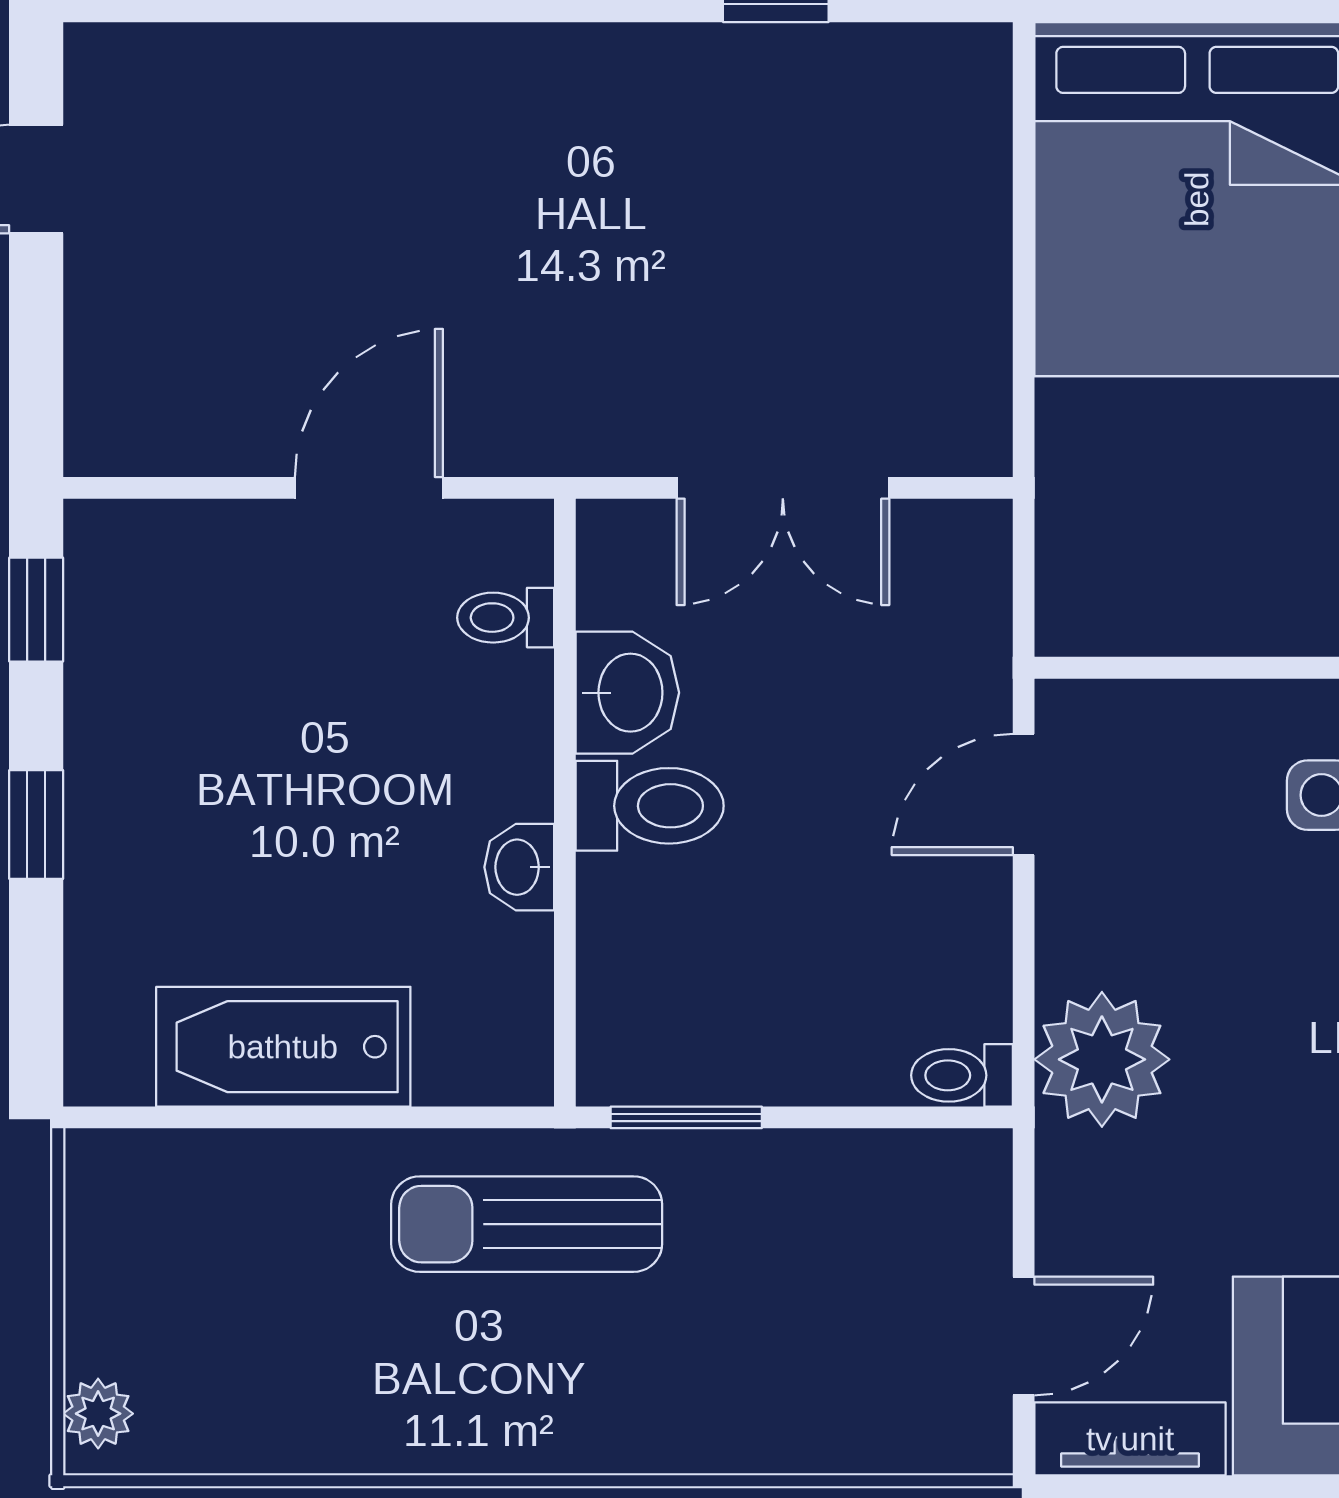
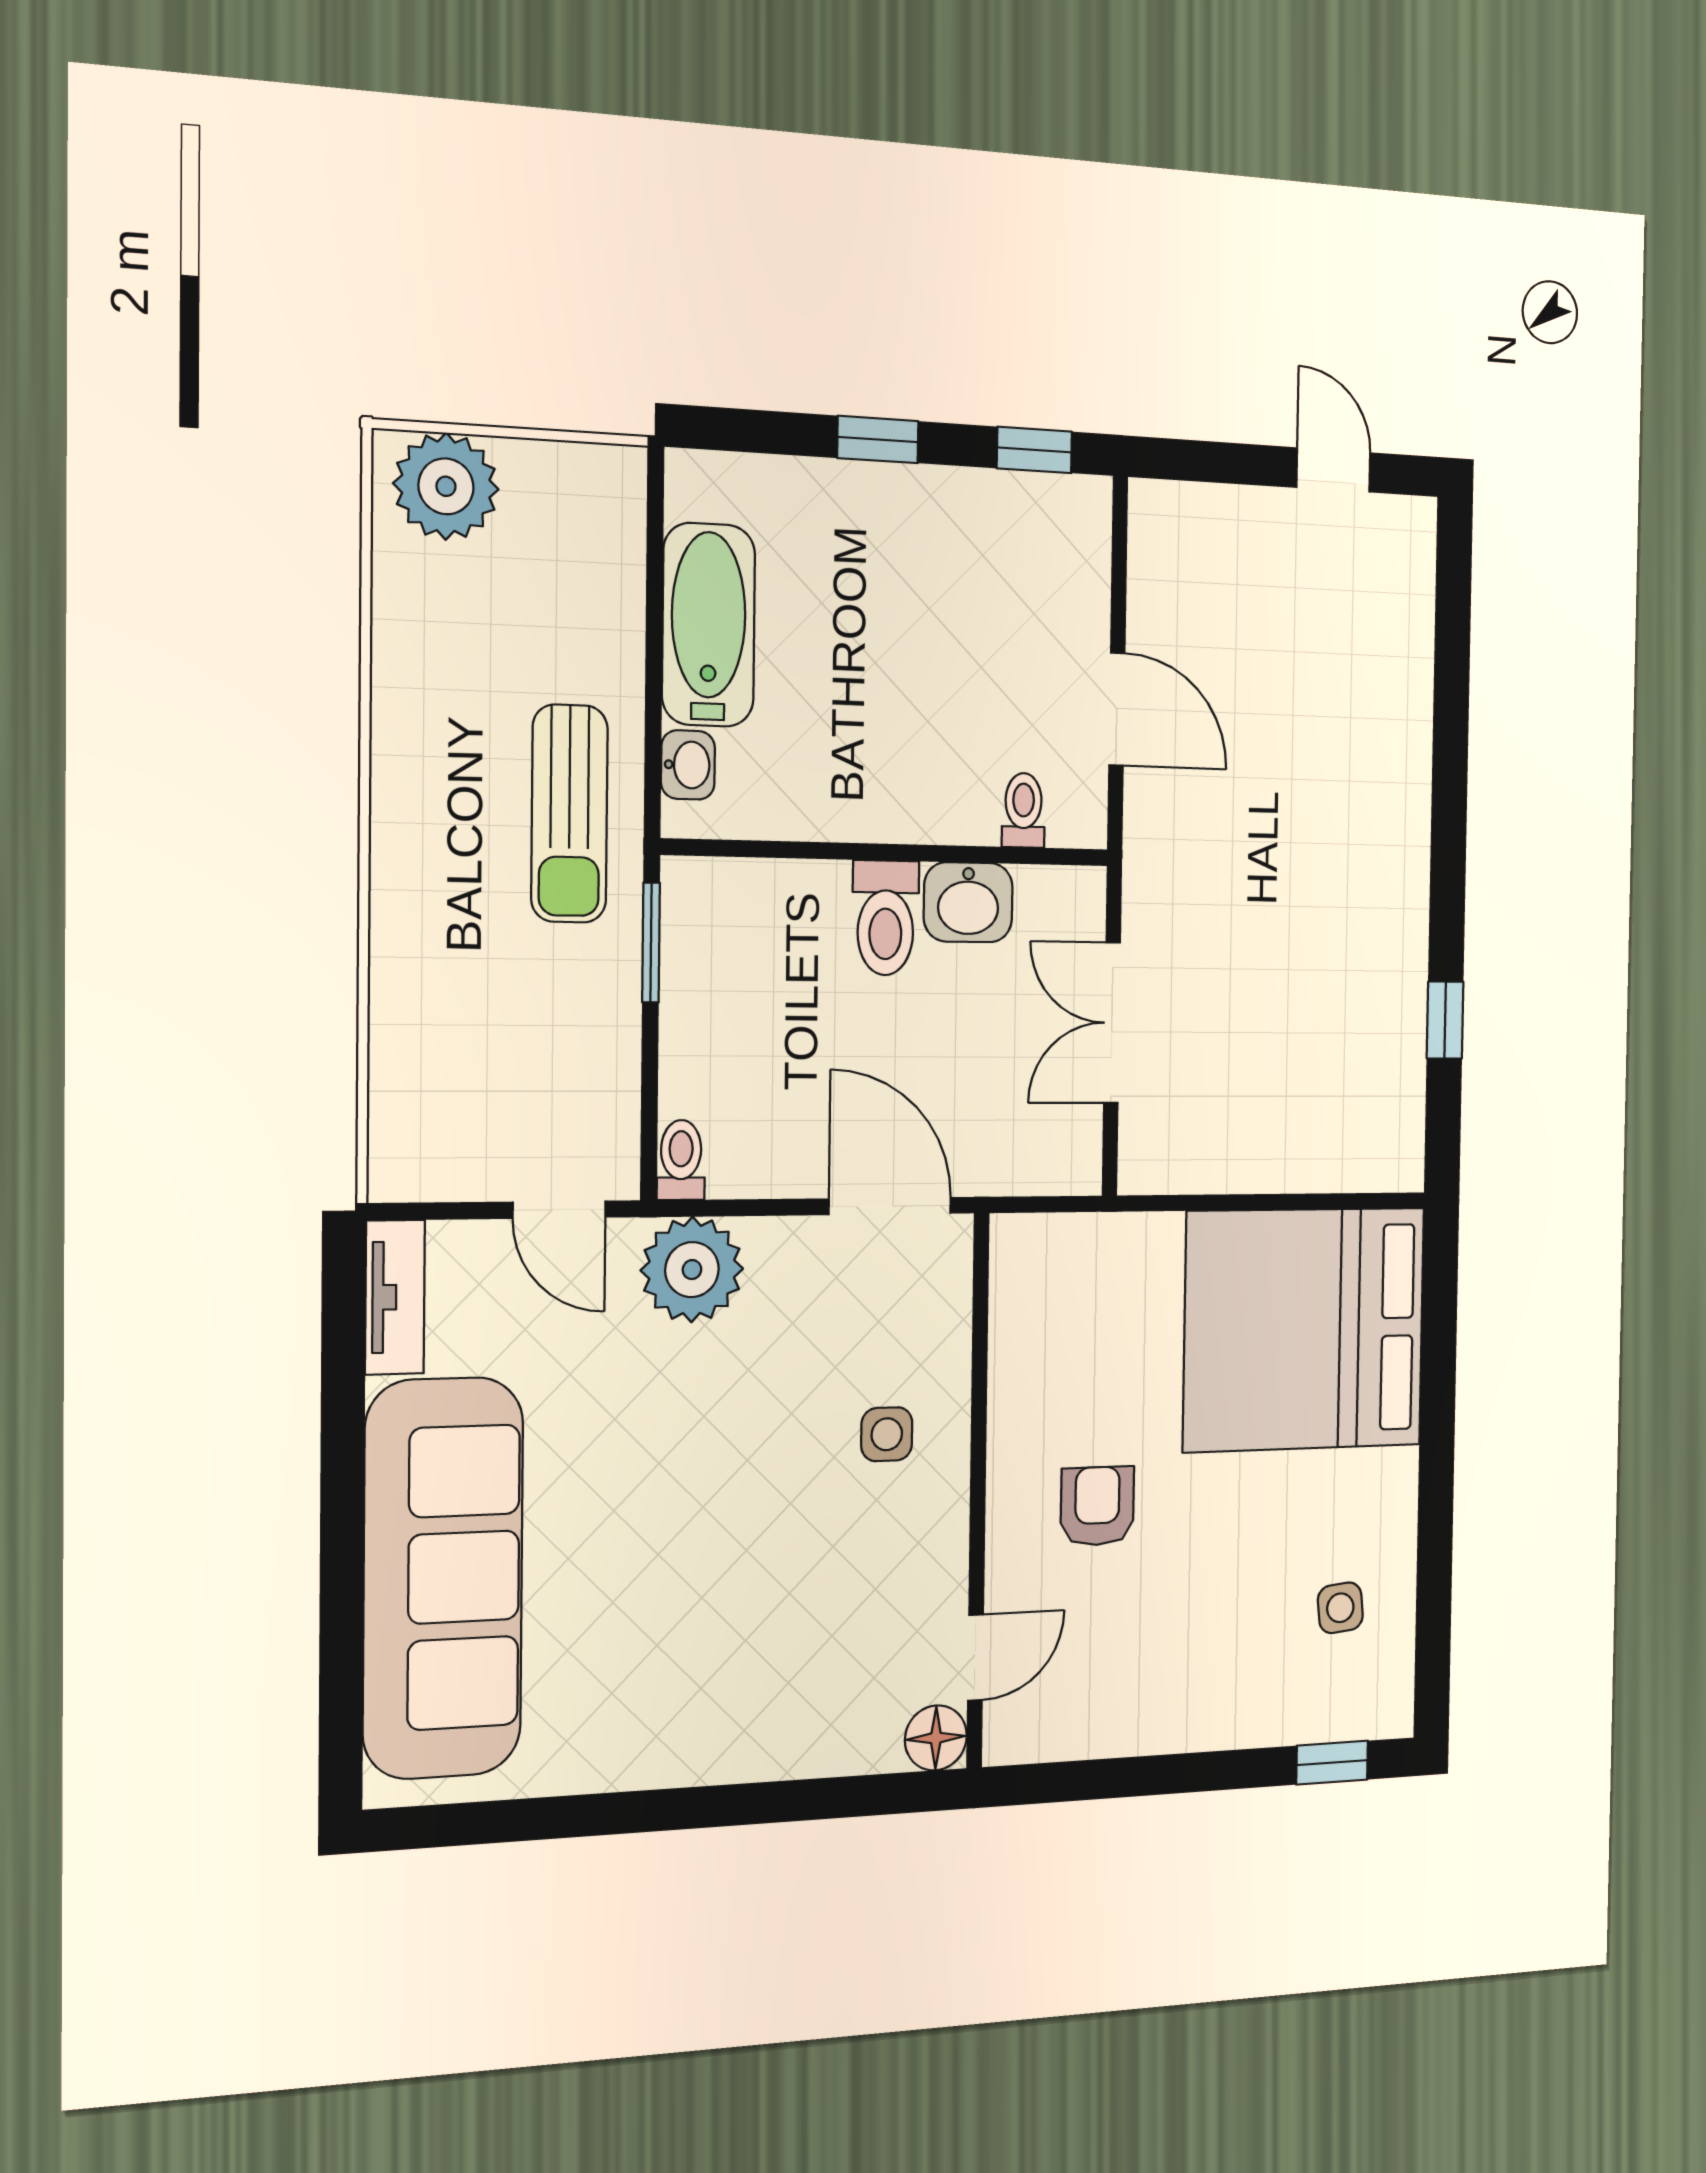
door: (1024, 795) -> (890, 1206), width x1.38
washbasin: (519, 867) -> (688, 765), moved, turned 90
sun lounger: (527, 1224) -> (569, 814), turned 180
door: (1024, 1336) -> (559, 1210), moved
plant: (98, 1414) -> (446, 486), width x1.88, depth x1.88

